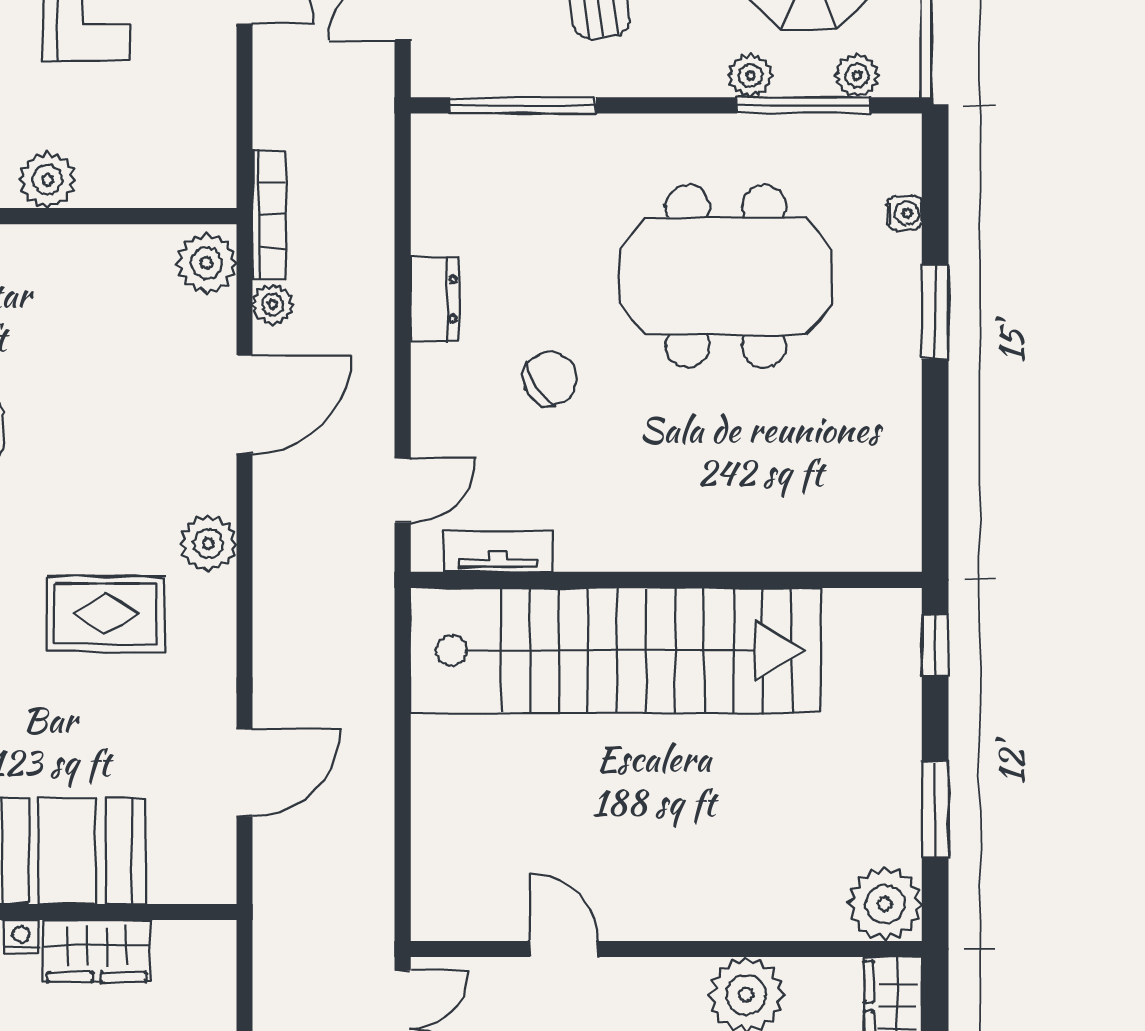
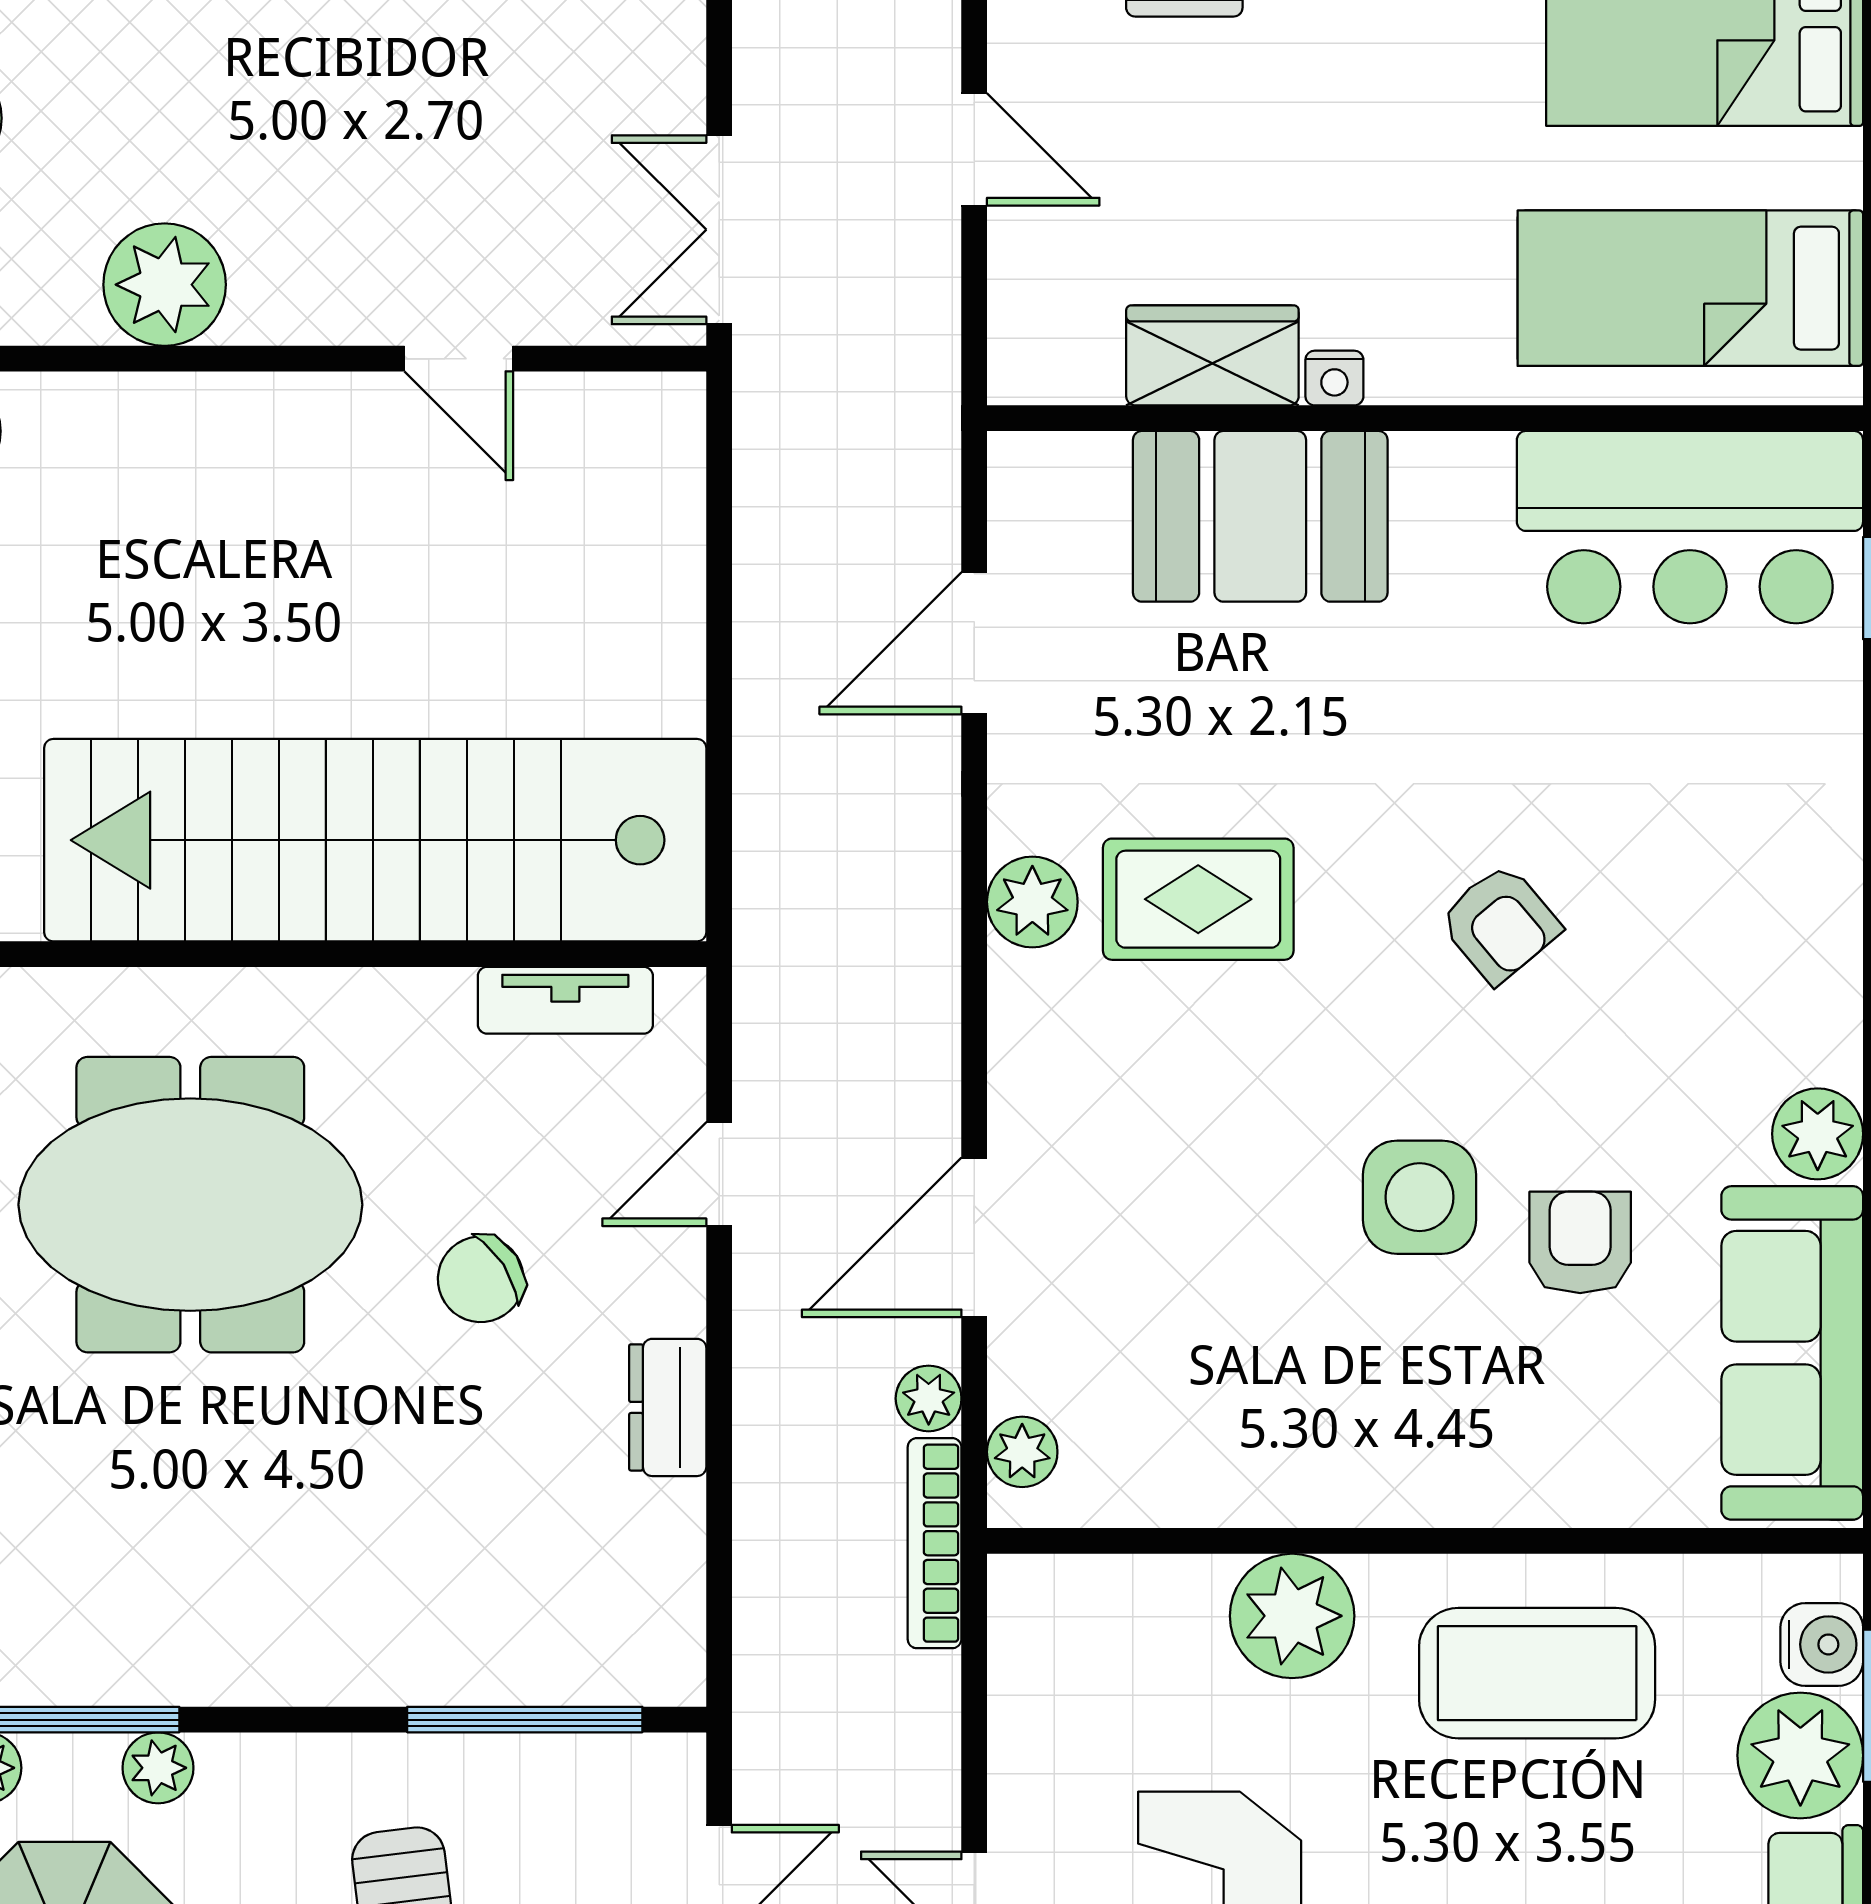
plant: (47, 180) -> (1292, 1616), width x1.36, depth x1.36
plant: (206, 263) -> (1022, 1452), width x0.73, depth x0.73
meeting table: (726, 276) -> (190, 1205), moved
door: (403, 491) -> (719, 1174), moved
plant: (208, 544) -> (1032, 902), moved

